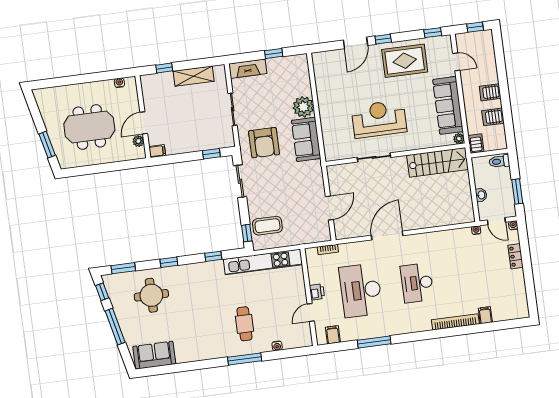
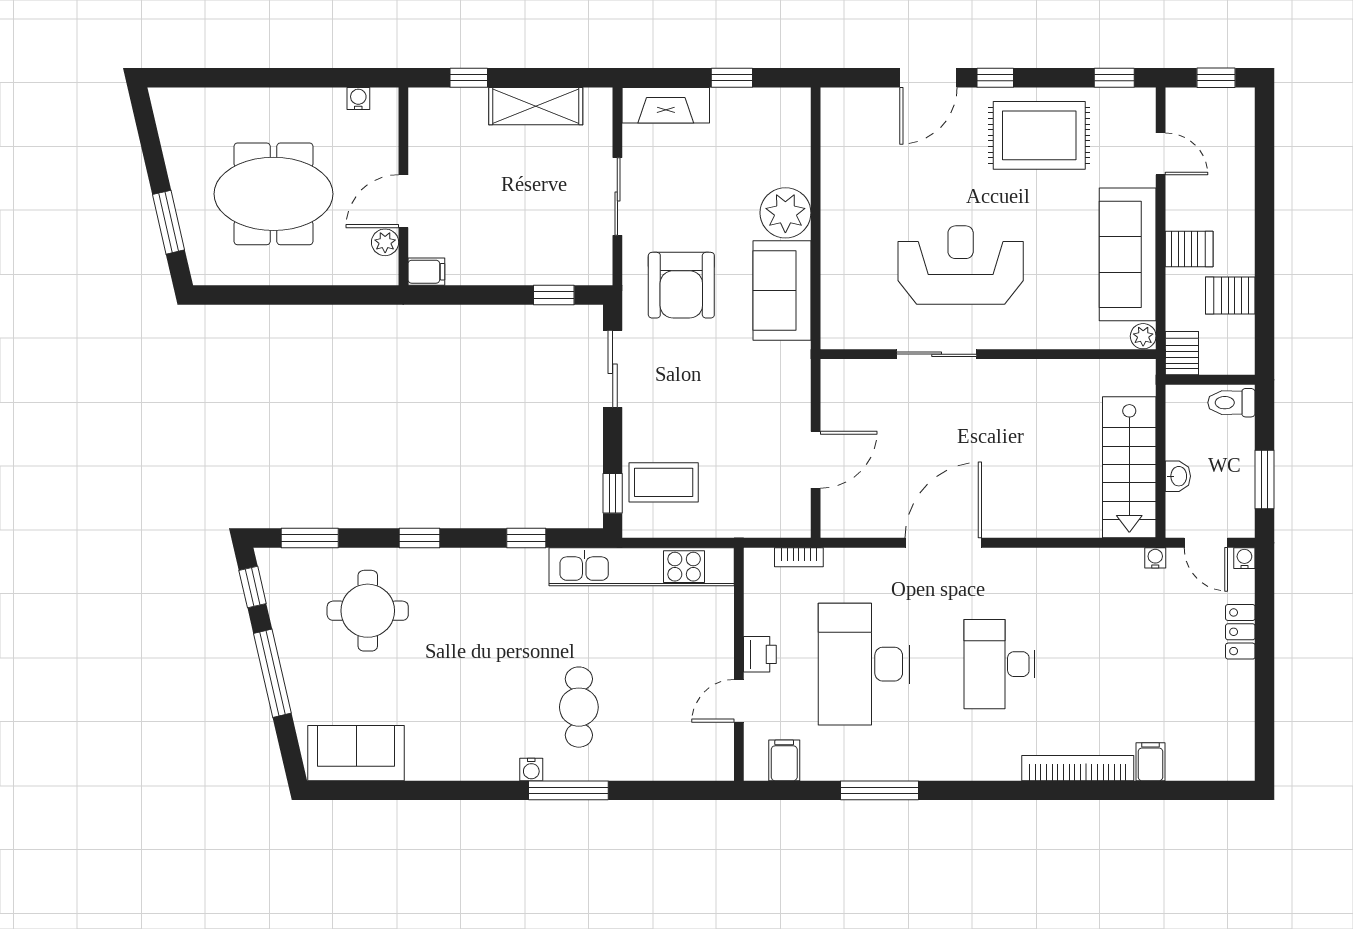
server rack: (490, 92) -> (1189, 249), moved, turned 180
stairs: (438, 162) -> (1129, 467), moved, turned 90
water cooler: (277, 346) -> (531, 769), moved

